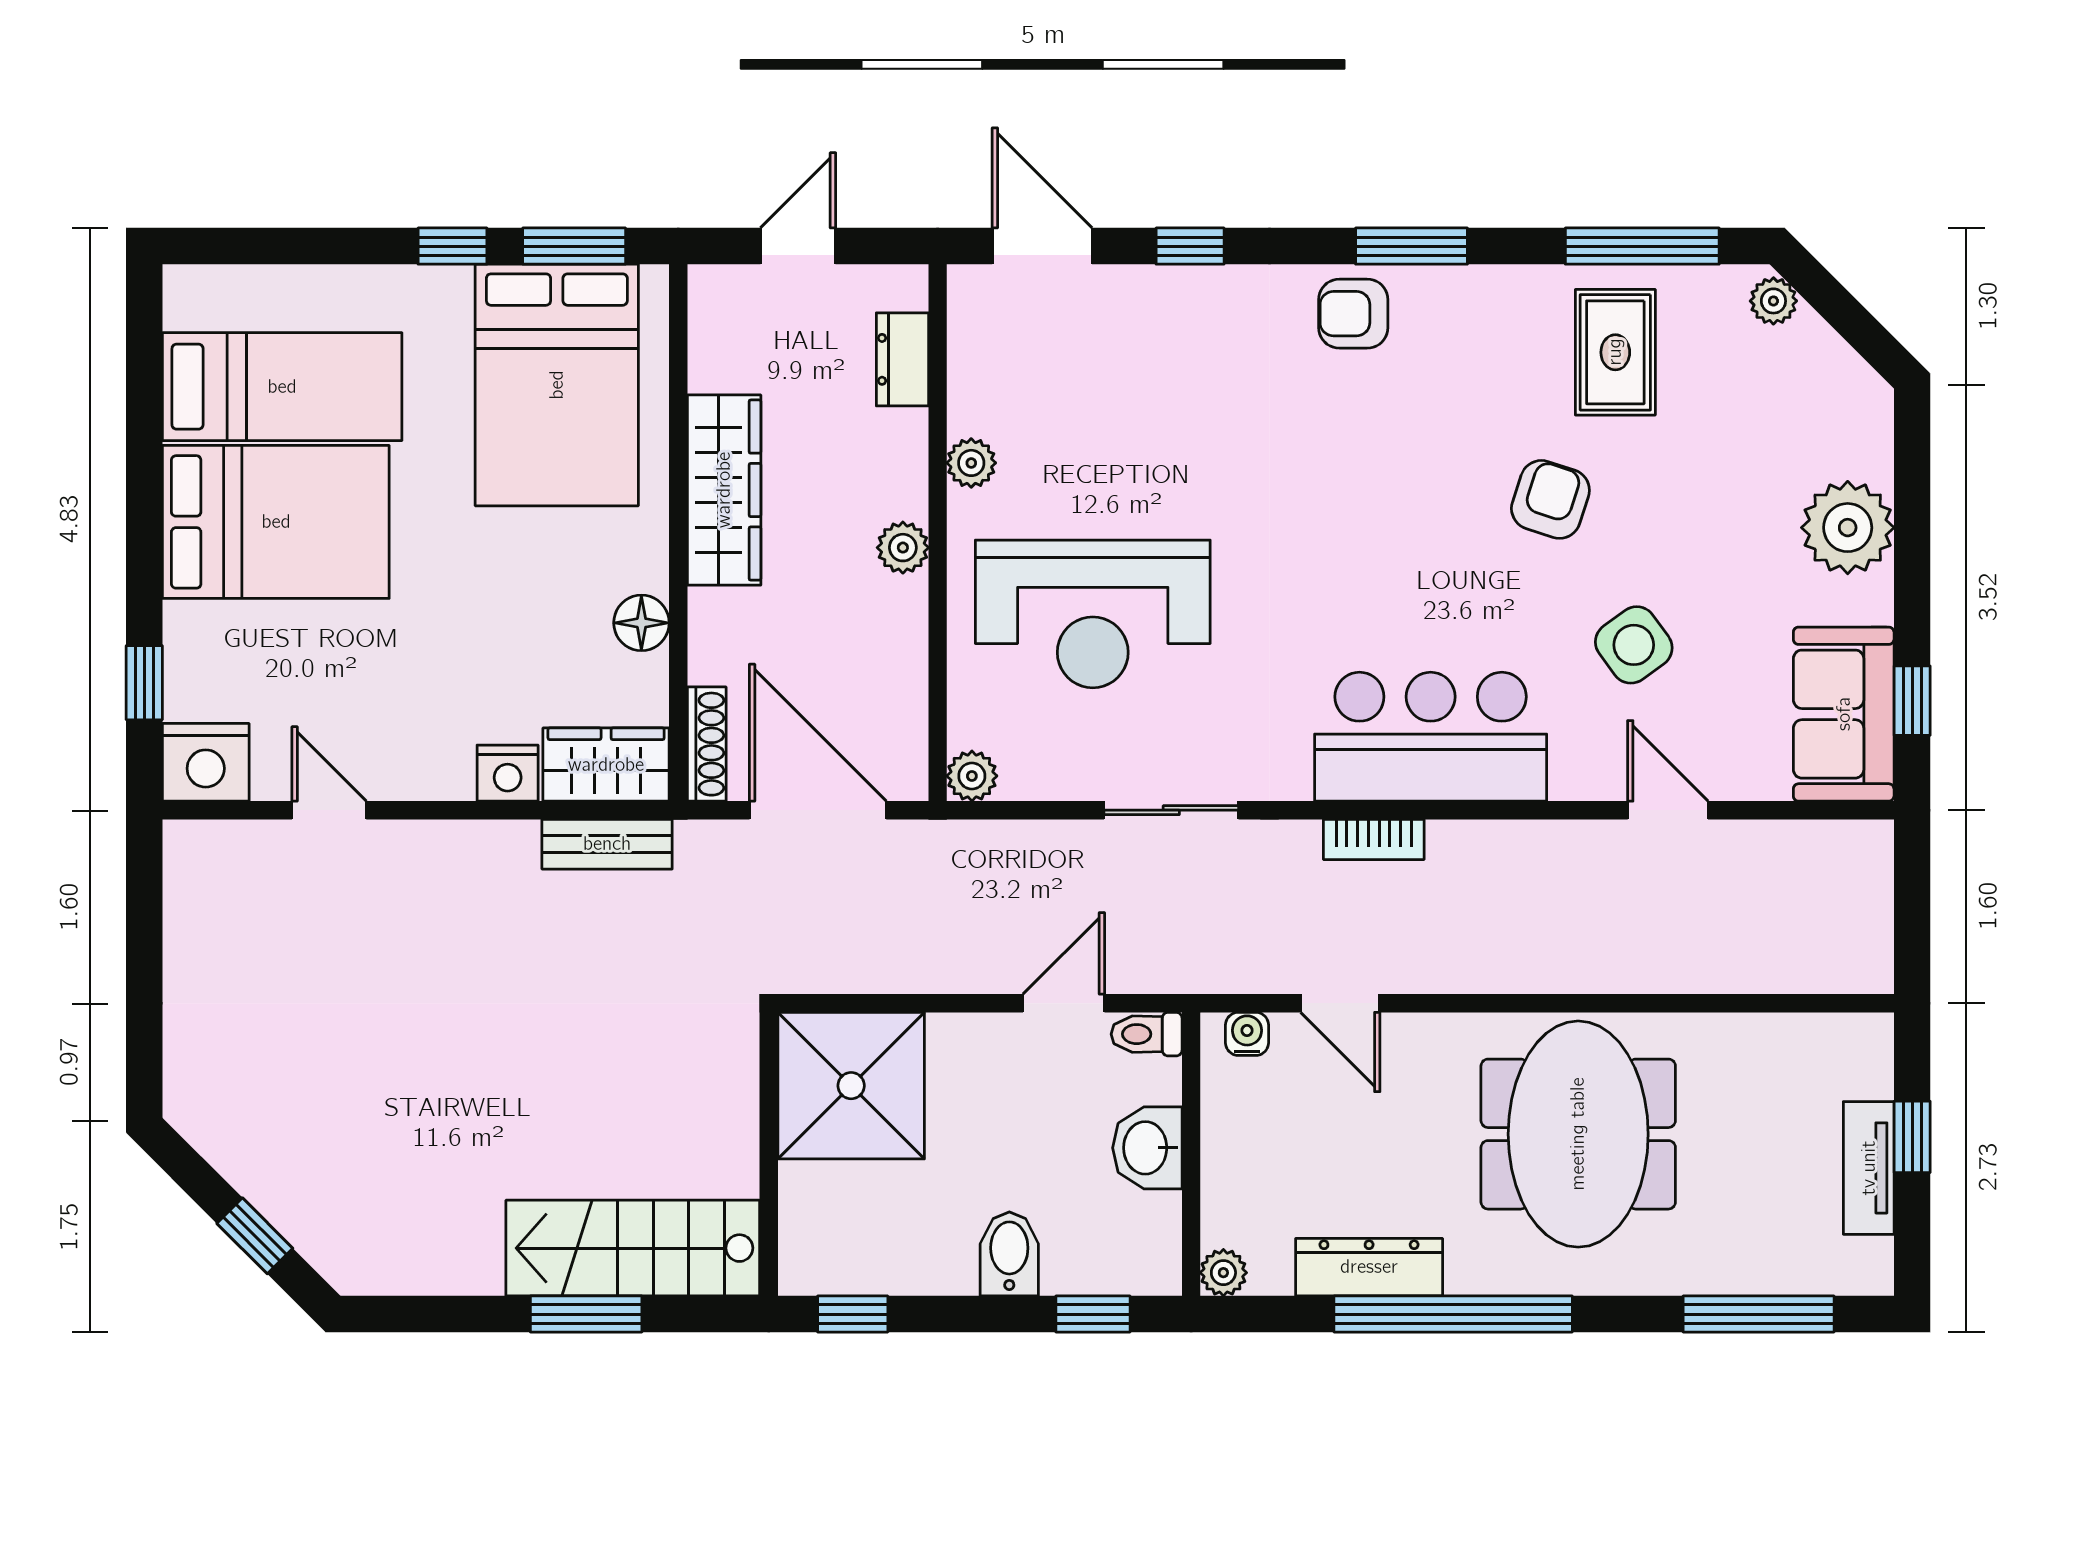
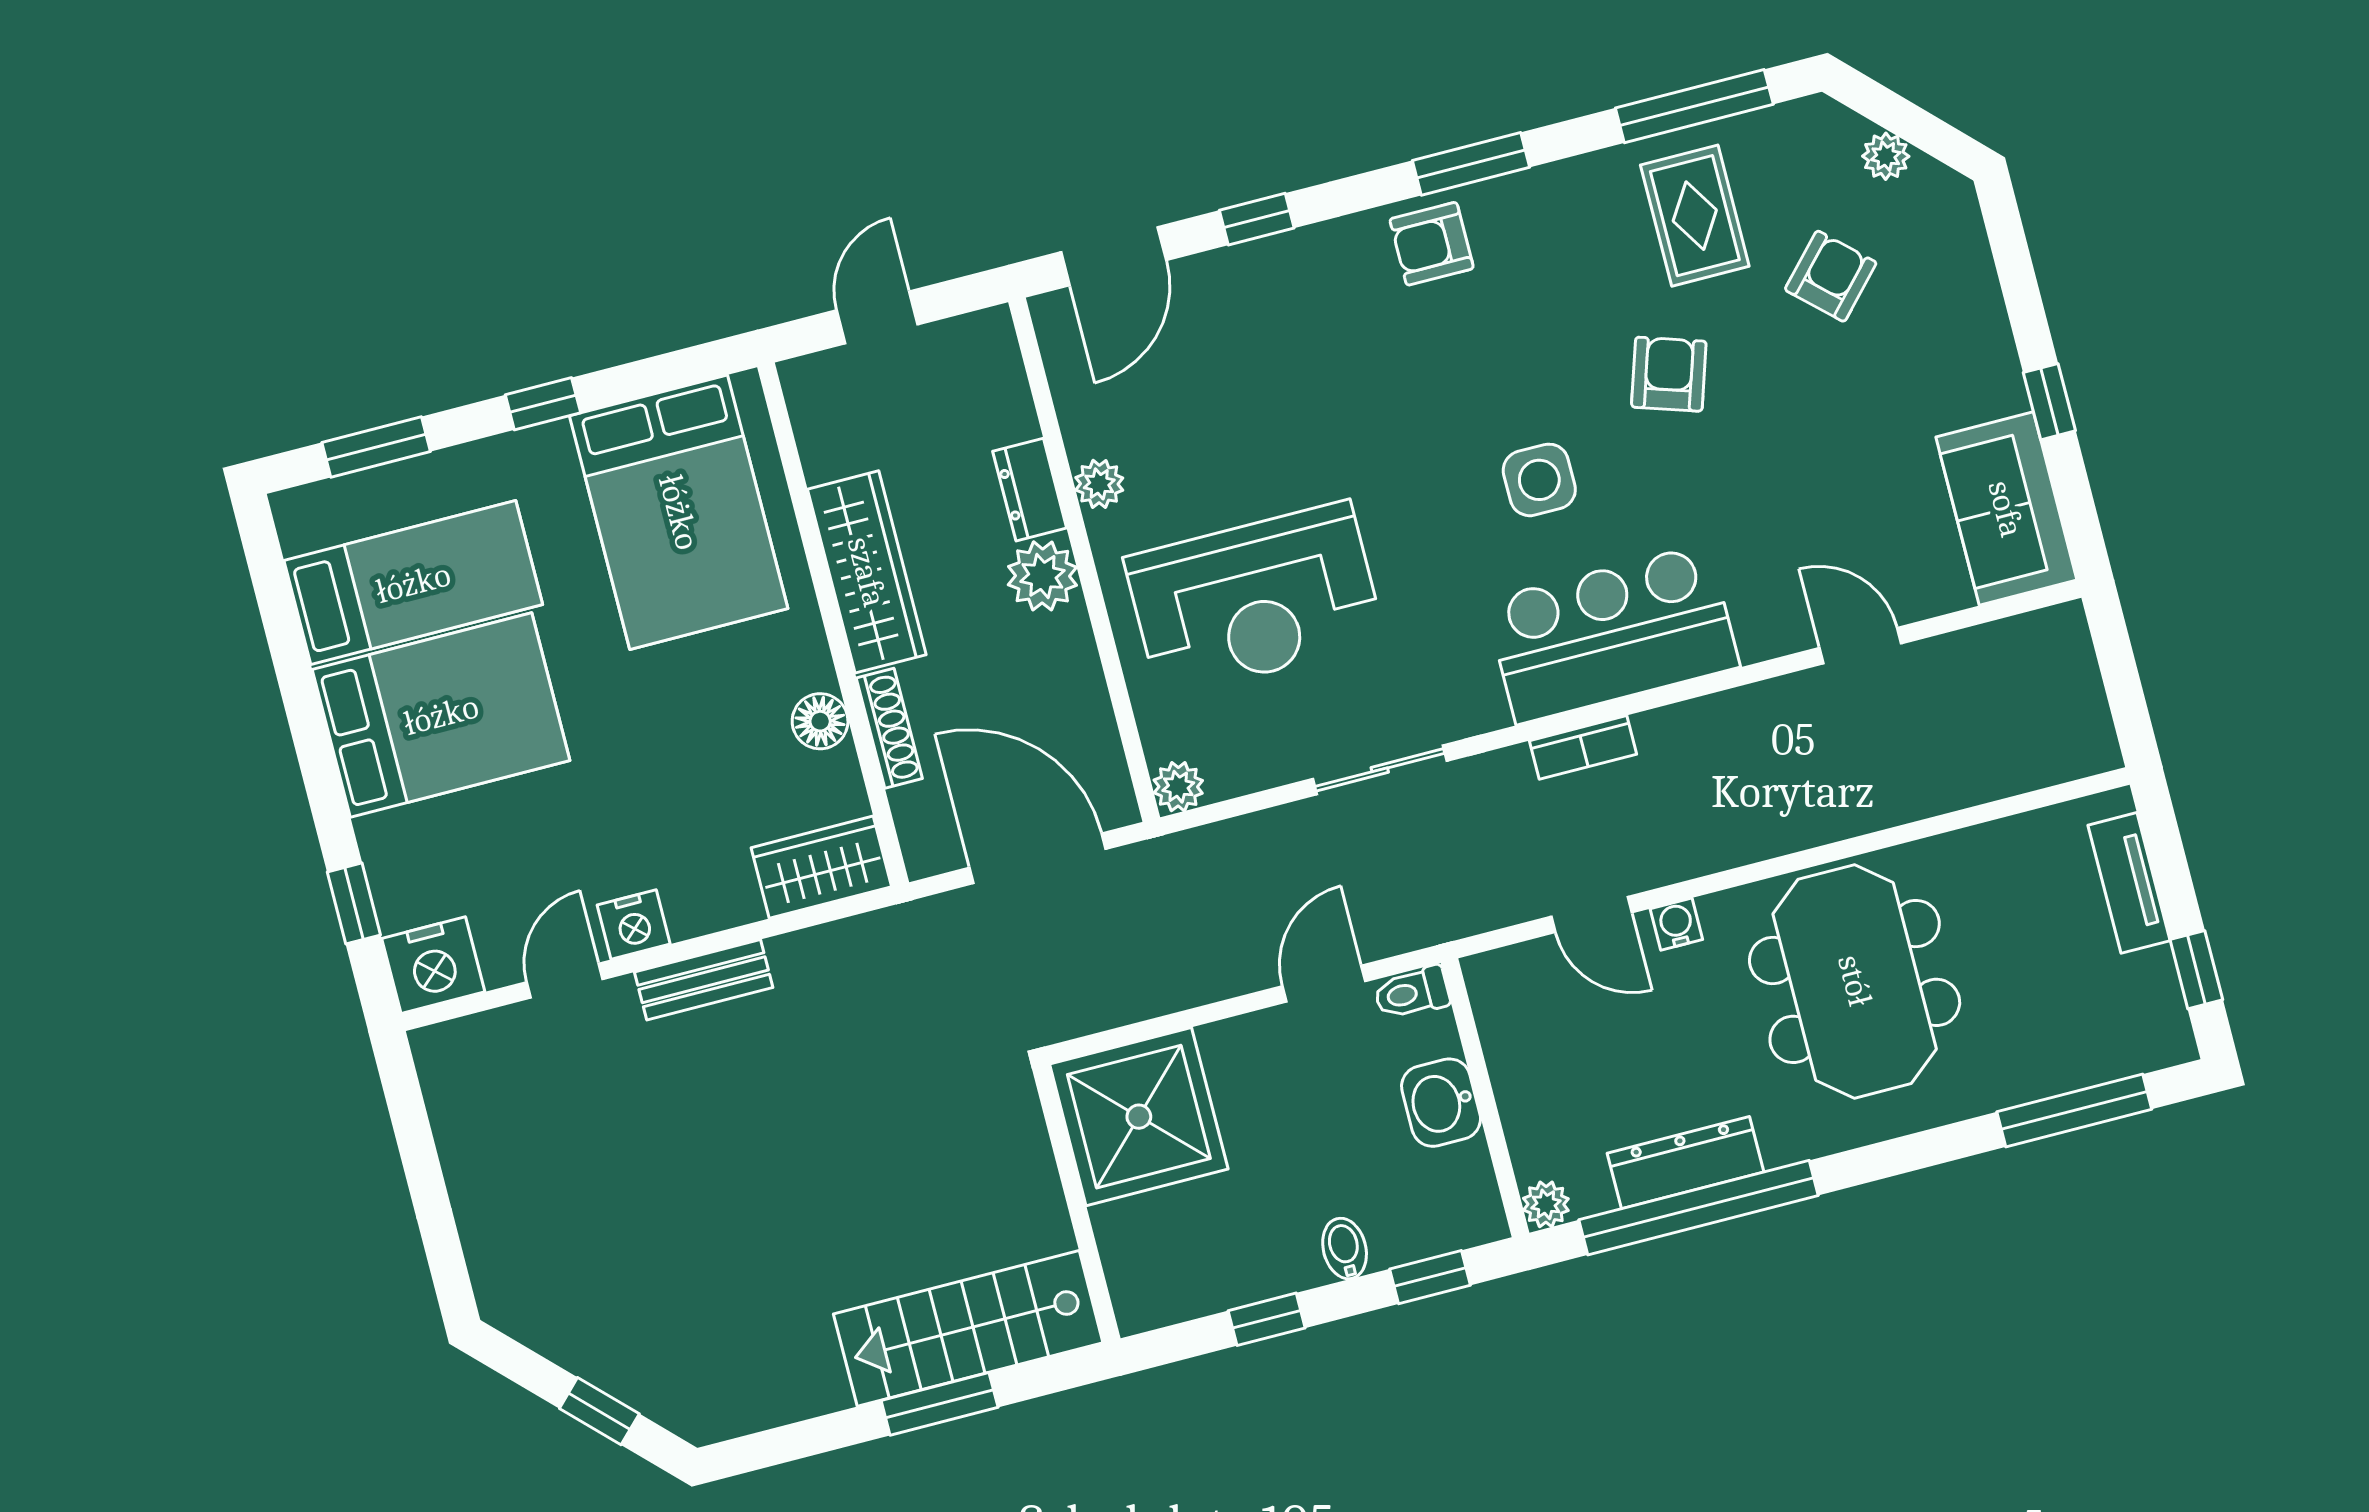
window: (574, 246) -> (376, 447), moved
door: (1042, 246) -> (1114, 256), swing flipped
plant: (1773, 301) -> (1886, 156), moved
dresser: (902, 359) -> (1030, 490), moved
armchair: (1732, 445) -> (1831, 276), added
plant: (1848, 528) -> (1964, 327), removed
plant: (903, 548) -> (1042, 576), width x1.38, depth x1.38
side table: (1634, 645) -> (1539, 480), moved, turned 36
window: (1912, 701) -> (2049, 402), moved
shoe rack: (707, 744) -> (889, 728), moved
nightstand: (508, 773) -> (634, 925), moved
door: (329, 810) -> (565, 981), hinge flipped
bench: (607, 844) -> (704, 980), moved
water cooler: (1247, 1034) -> (1676, 924), moved
window: (1912, 1137) -> (2196, 970), moved
tv unit: (1869, 1168) -> (2129, 883), moved
bidet: (1009, 1254) -> (1345, 1249), width x0.72, depth x0.74
window: (853, 1314) -> (1267, 1319), moved
window: (1453, 1314) -> (1698, 1208), moved

